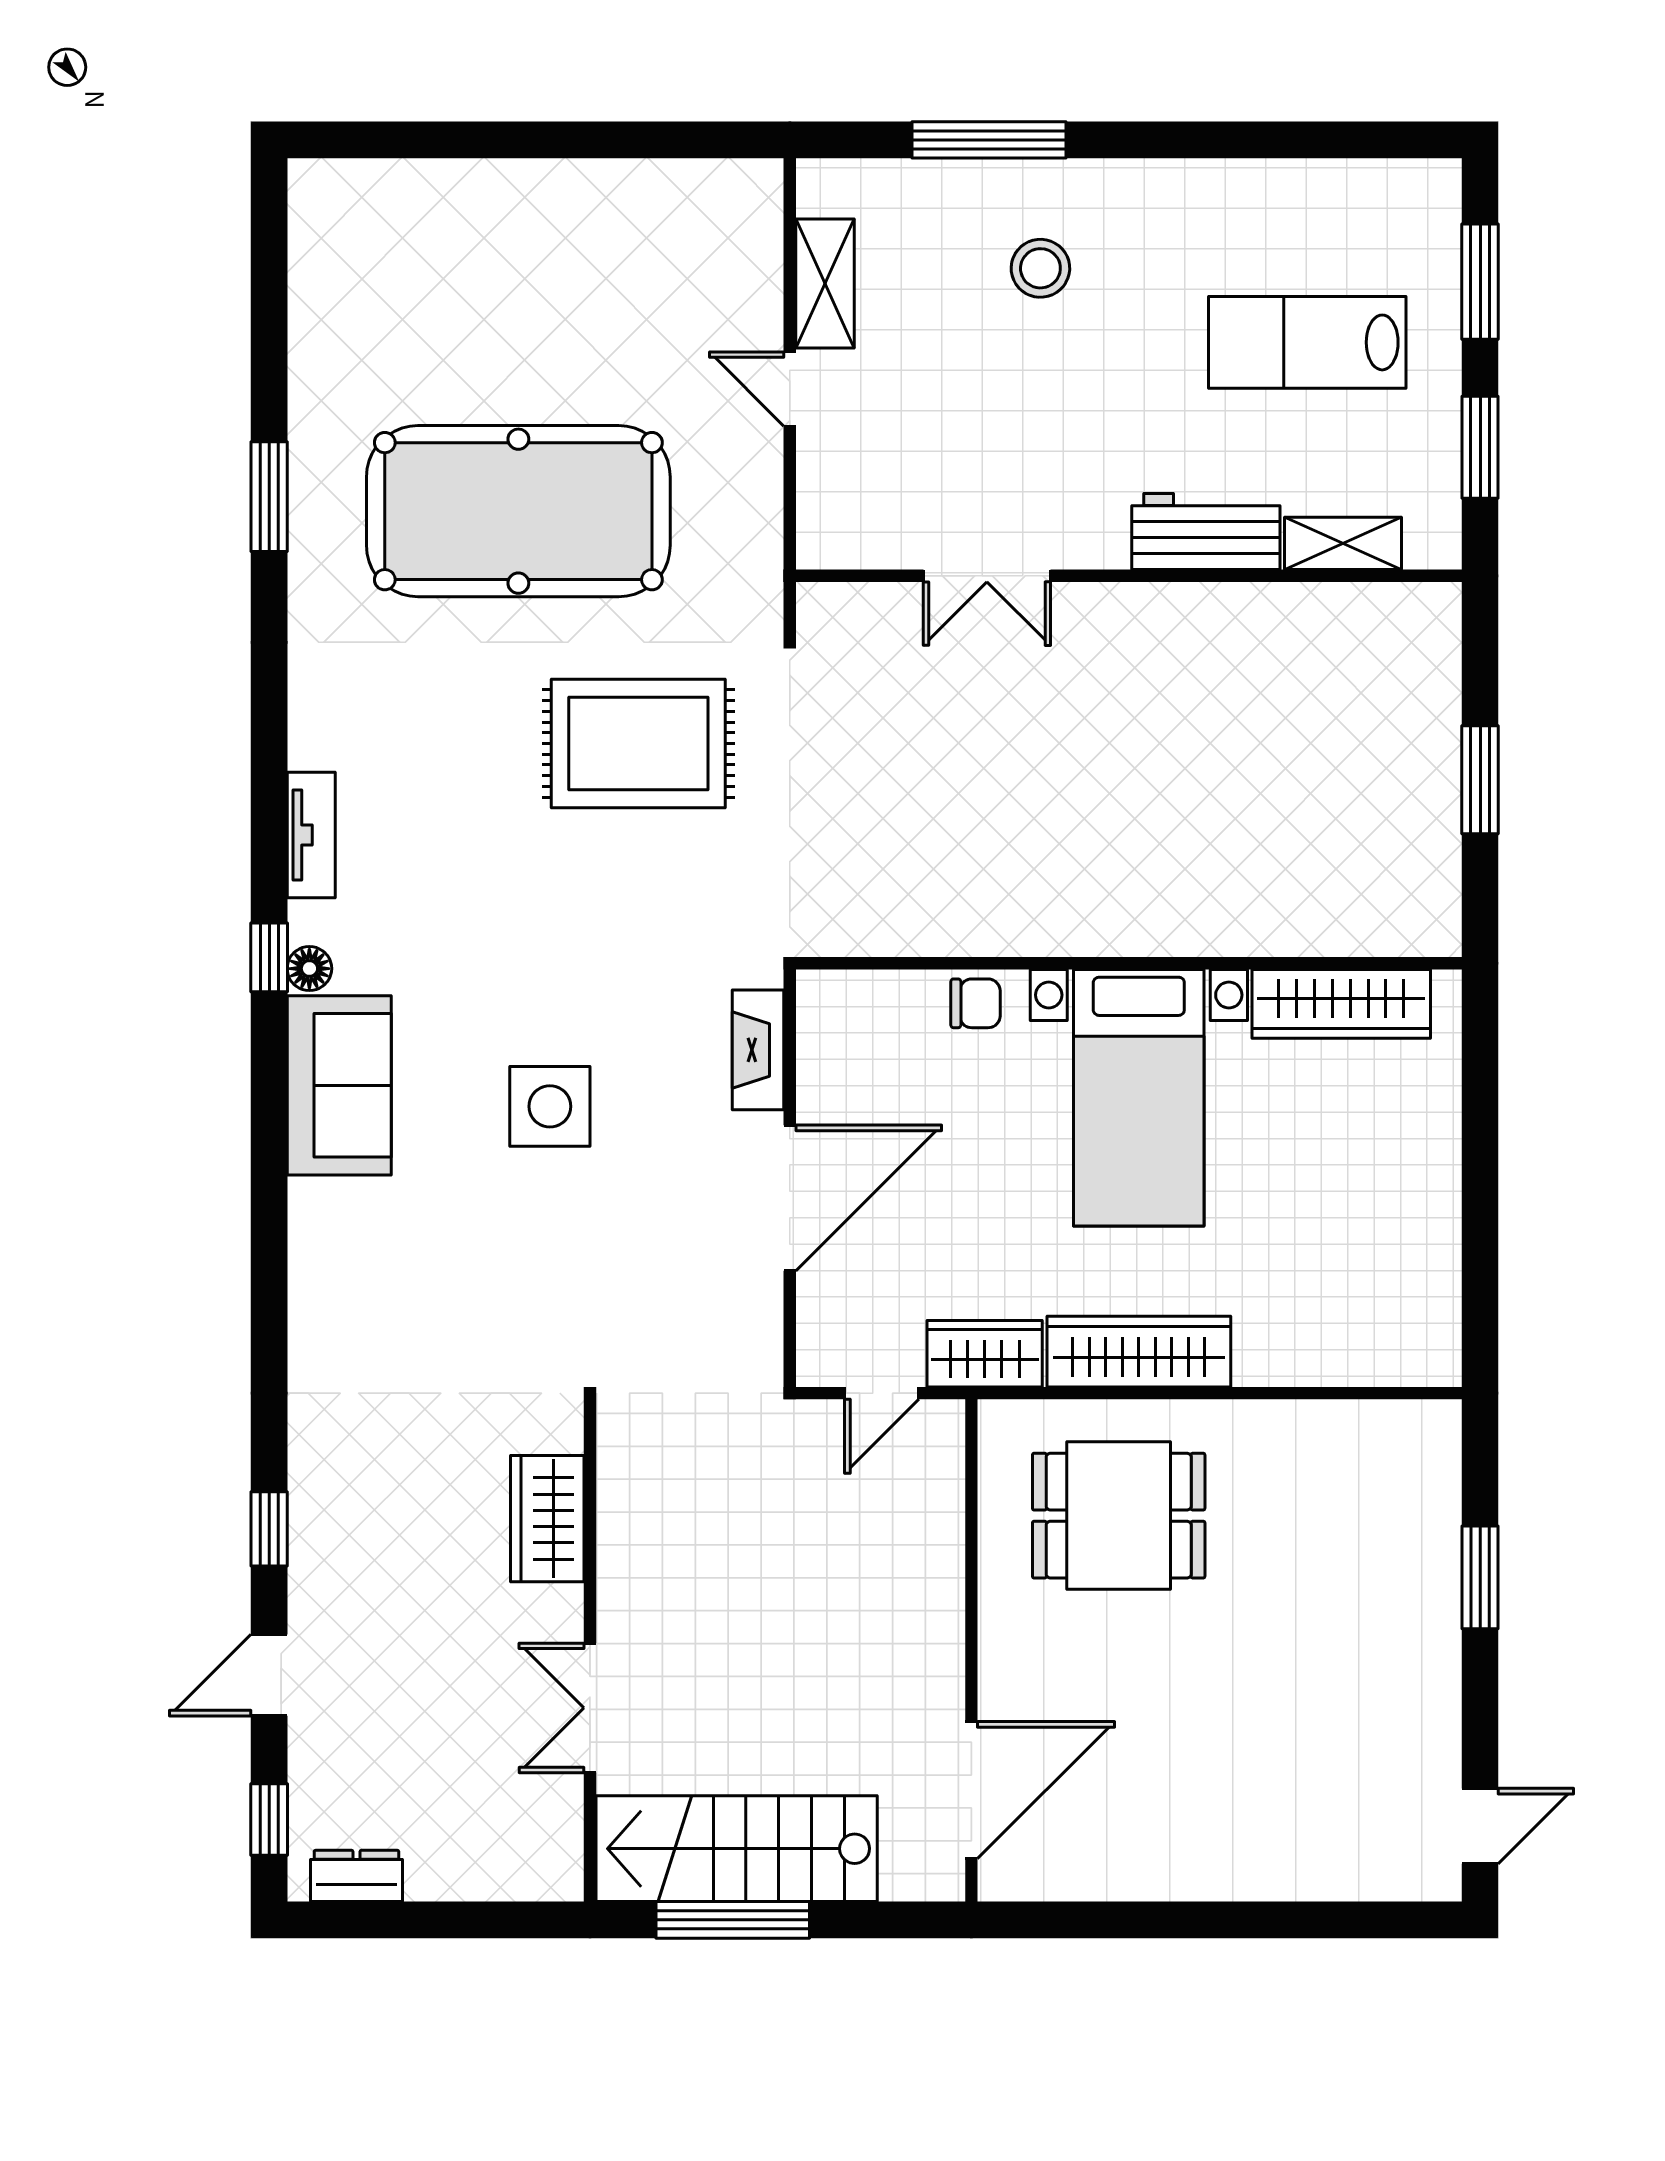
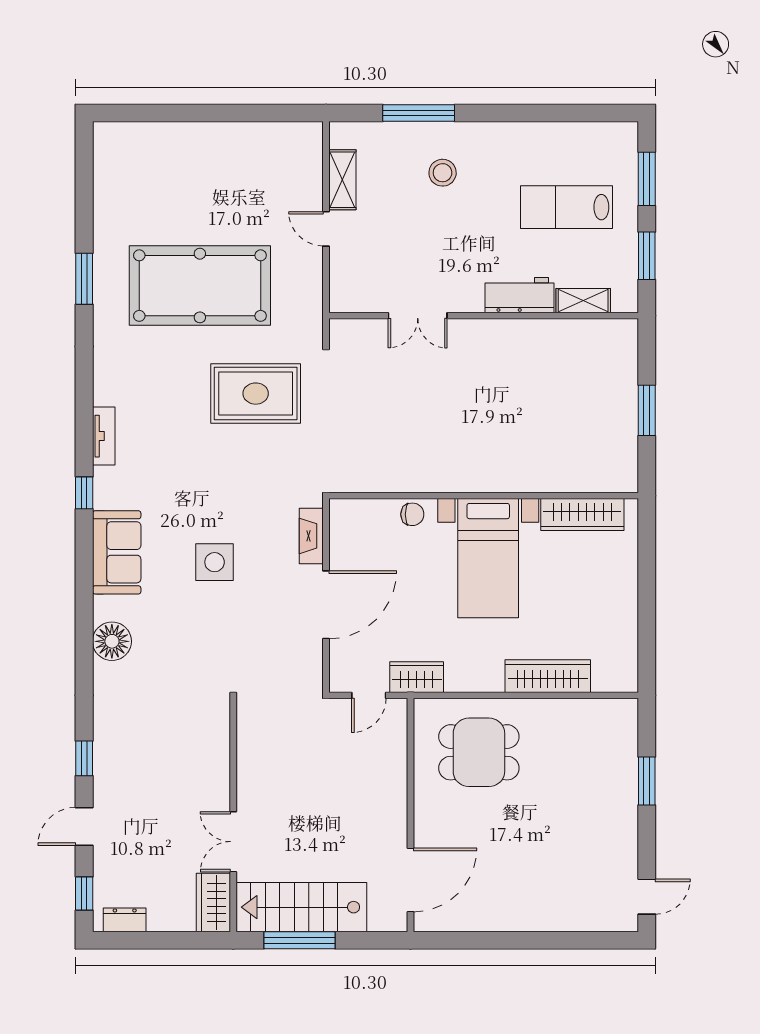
floor lamp: (309, 969) -> (112, 641), moved, width x1.89, depth x1.89
wardrobe: (1139, 1352) -> (548, 676), moved
wardrobe: (547, 1519) -> (213, 902), moved

